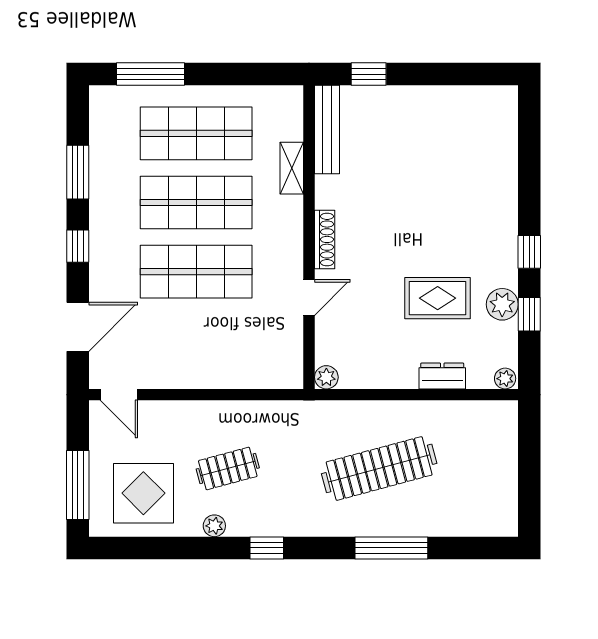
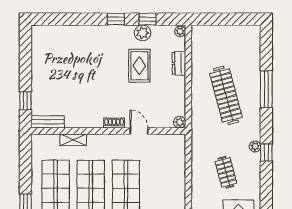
bench: (327, 130) -> (48, 122), width x0.73
shoe rack: (325, 239) -> (114, 123), width x0.70
plant: (214, 526) -> (255, 146), moved

